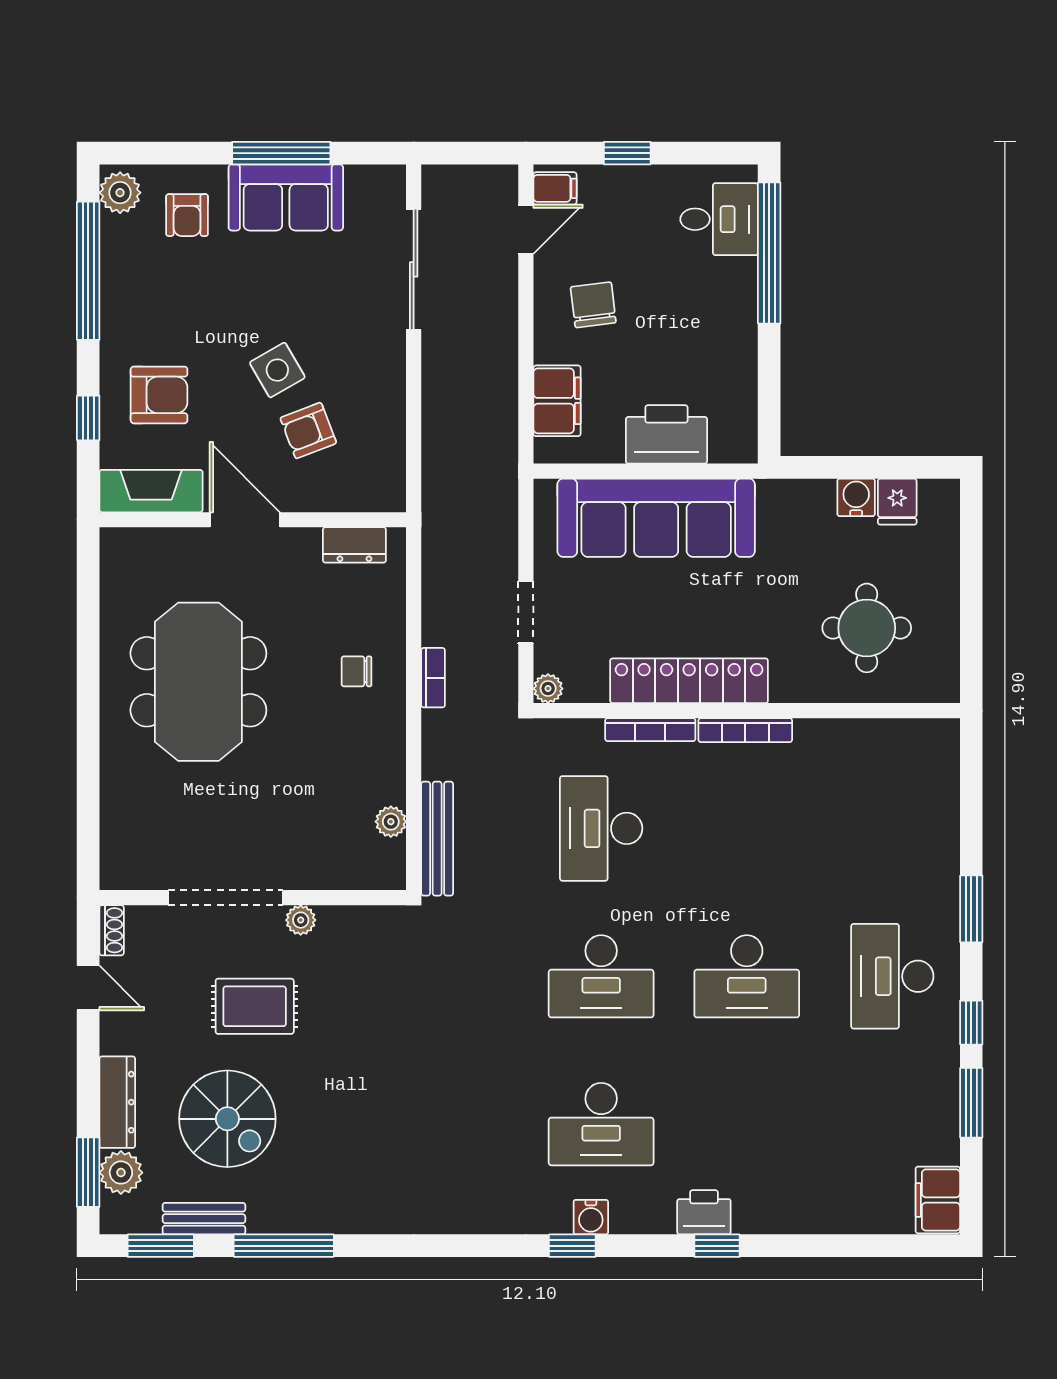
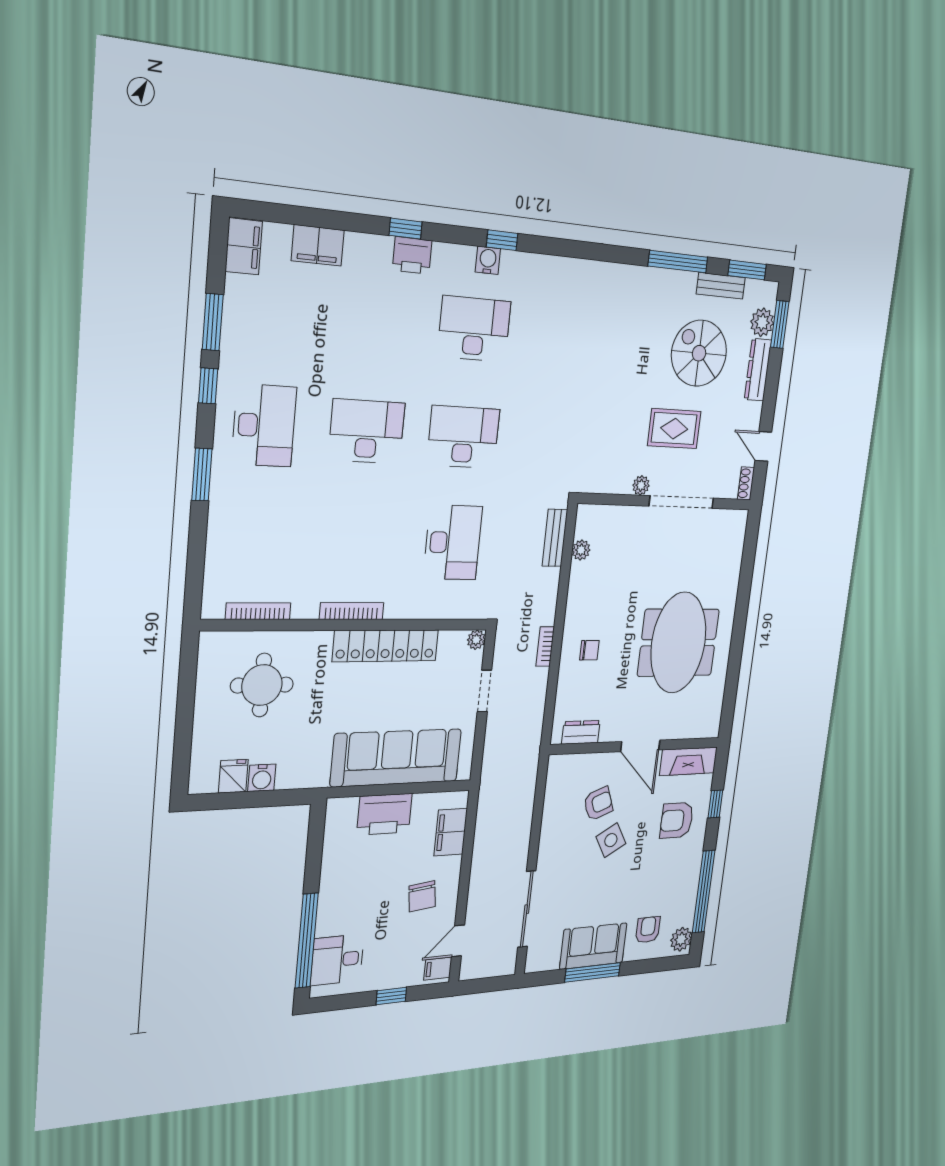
bookcase: (650, 730) -> (258, 611), moved
bench: (437, 839) -> (555, 538), width x0.73
filing cabinet: (838, 1211) -> (318, 245), added

